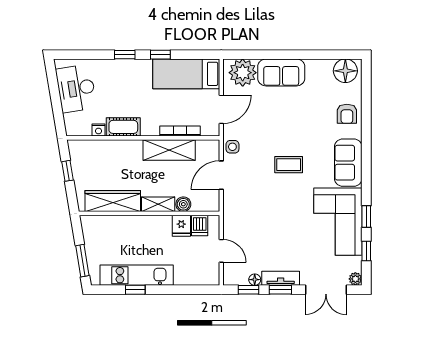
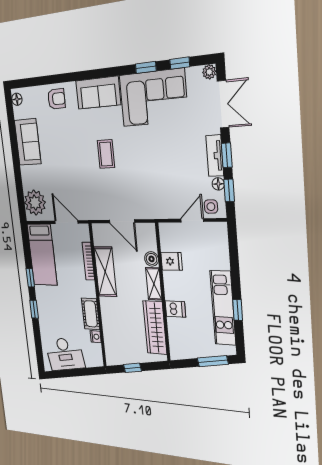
floor lamp: (345, 71) -> (17, 99), width x0.53, depth x0.53
sofa: (281, 72) -> (28, 142), moved
side table: (232, 147) -> (211, 207), moved
dishwasher: (200, 225) -> (175, 309), moved

